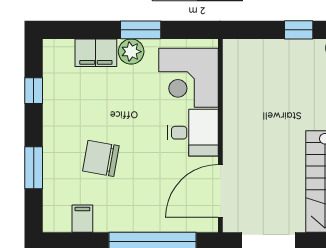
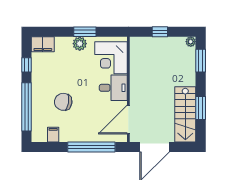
window: (299, 30) -> (160, 32), moved
filing cabinet: (96, 53) -> (43, 44), moved
window: (34, 168) -> (27, 107), width x2.11

